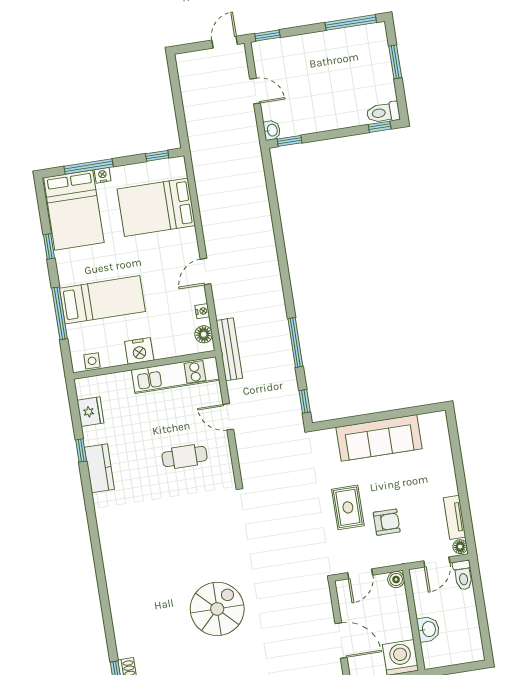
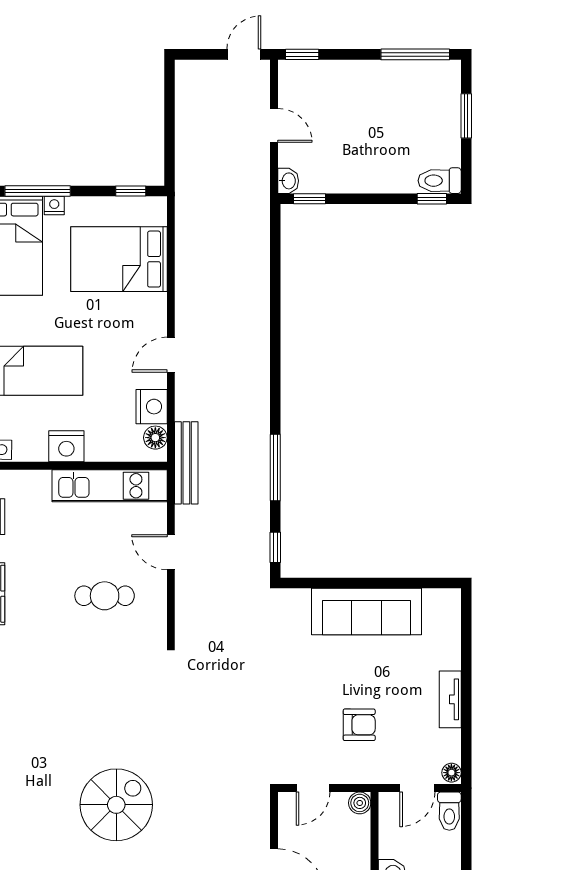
nightstand: (202, 311) -> (152, 407), width x1.89, depth x1.79
rug: (348, 507) -> (311, 697), removed
tv unit: (455, 517) -> (450, 699), moved

